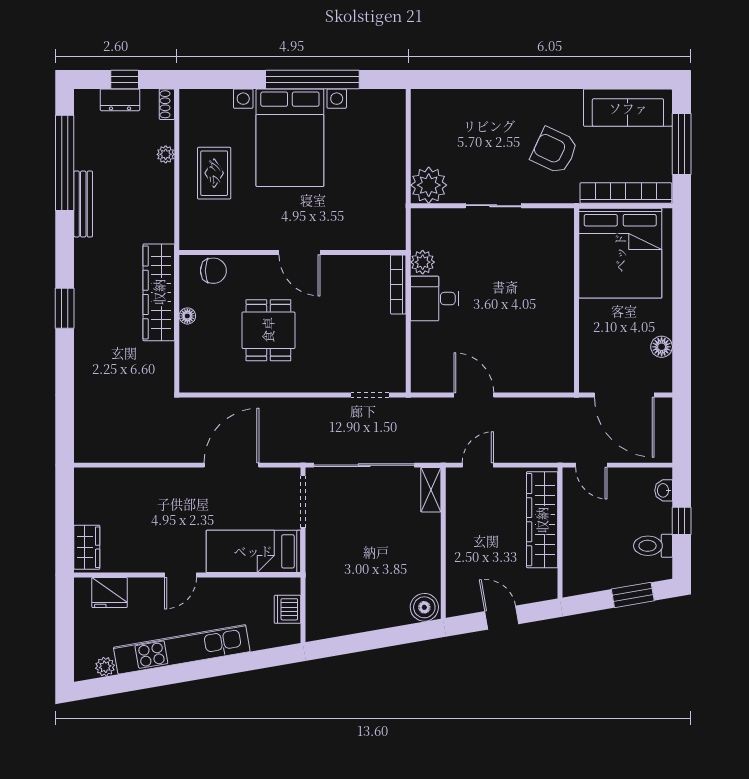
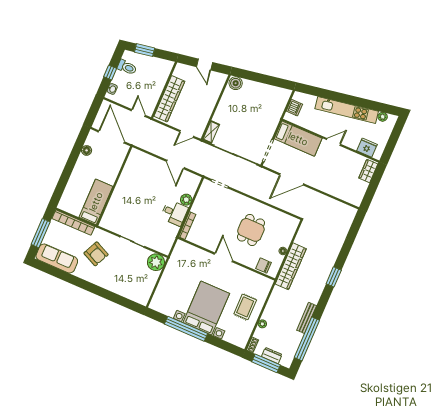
window: (125, 79) -> (266, 363), width x2.17
bed: (620, 253) -> (96, 202), width x0.49
plant: (423, 262) -> (186, 200), moved

